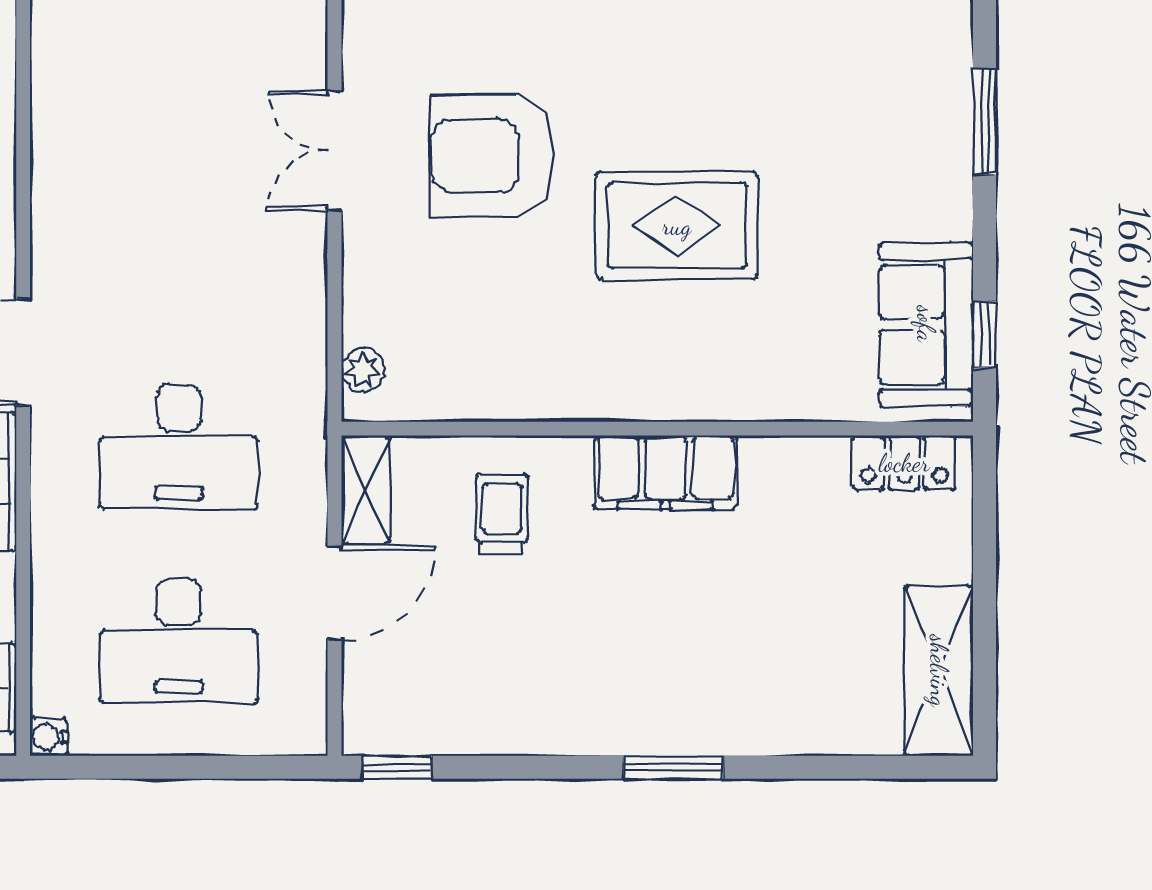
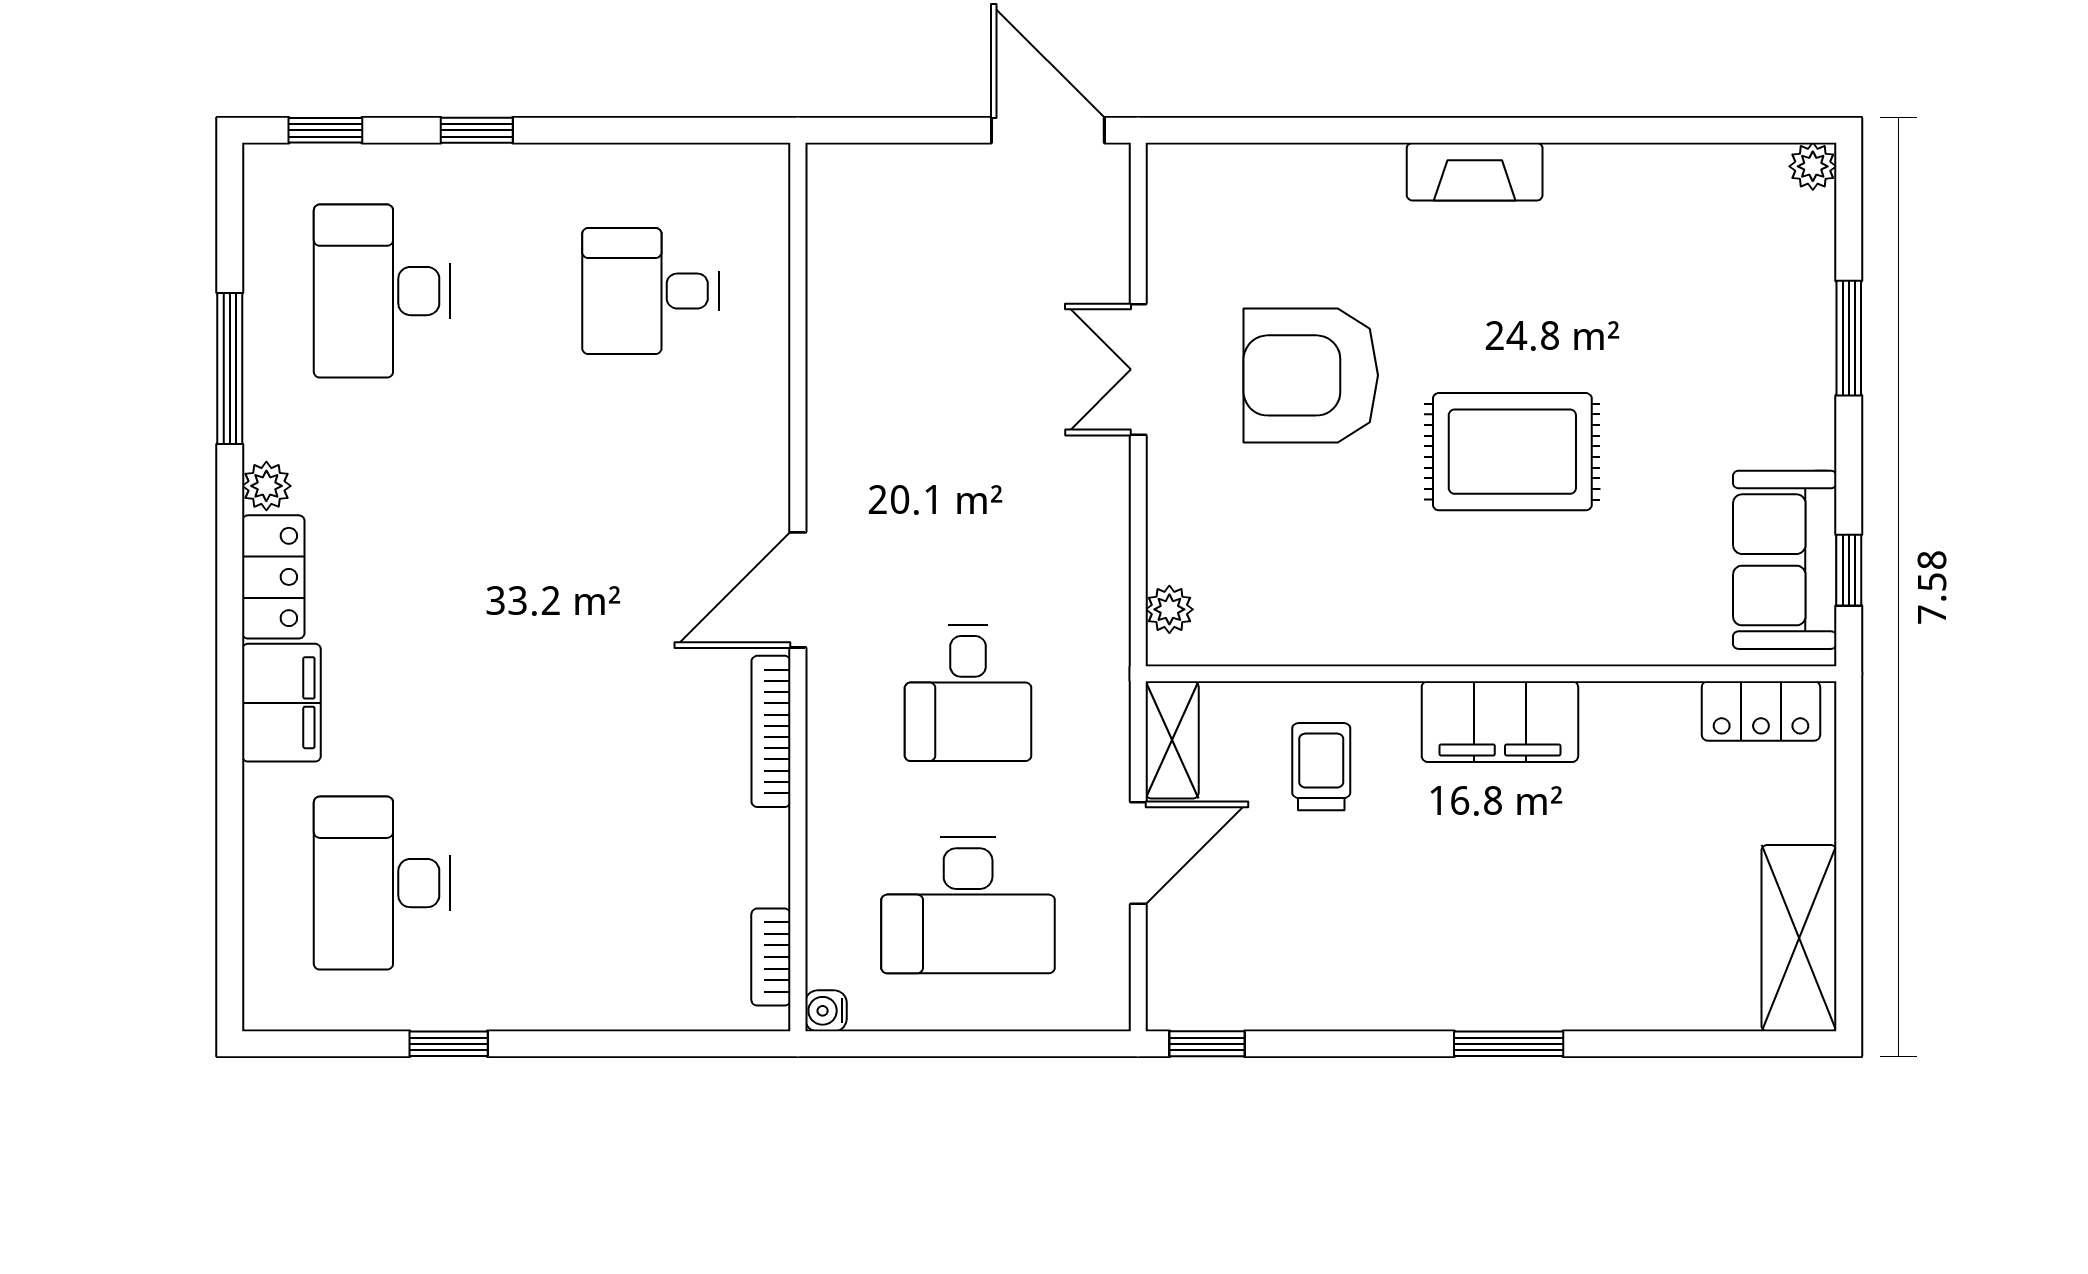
desk: (179, 446) -> (968, 693), width x0.73

